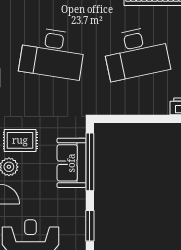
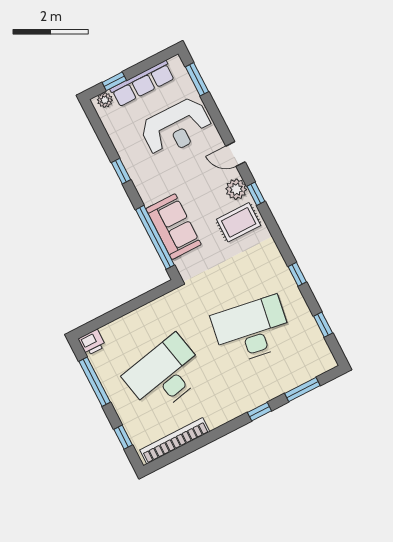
window: (90, 226) -> (121, 171), width x0.67

